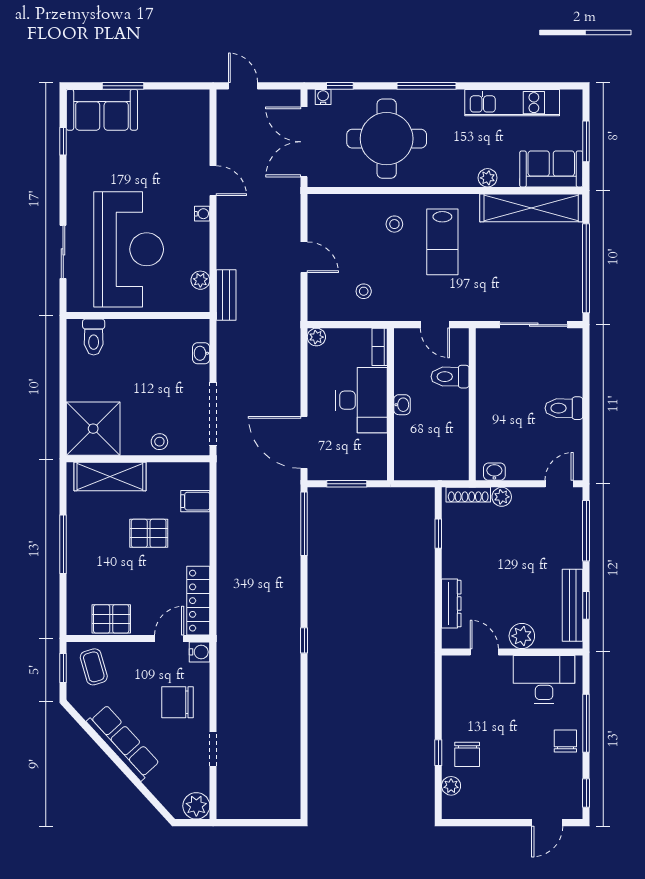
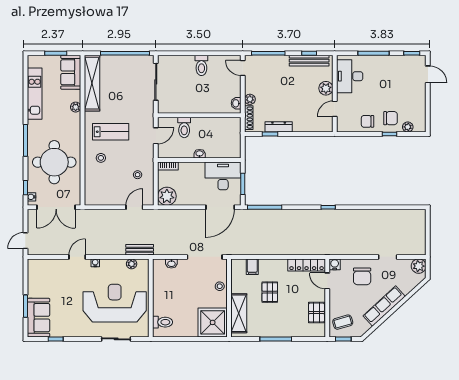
door: (304, 257) -> (134, 207), moved
plant: (316, 337) -> (167, 196), width x1.87, depth x1.87
desk: (361, 400) -> (223, 176), moved
dresser: (451, 604) -> (279, 127), moved
chair: (565, 741) -> (367, 121), moved

